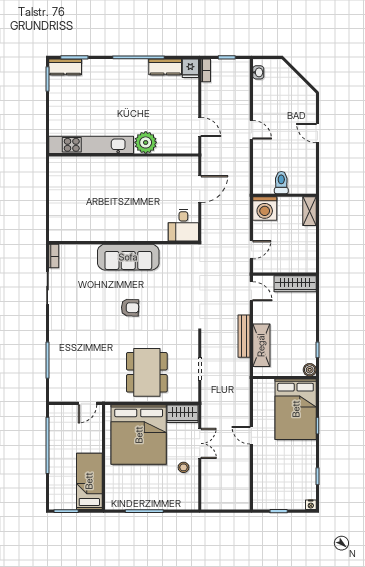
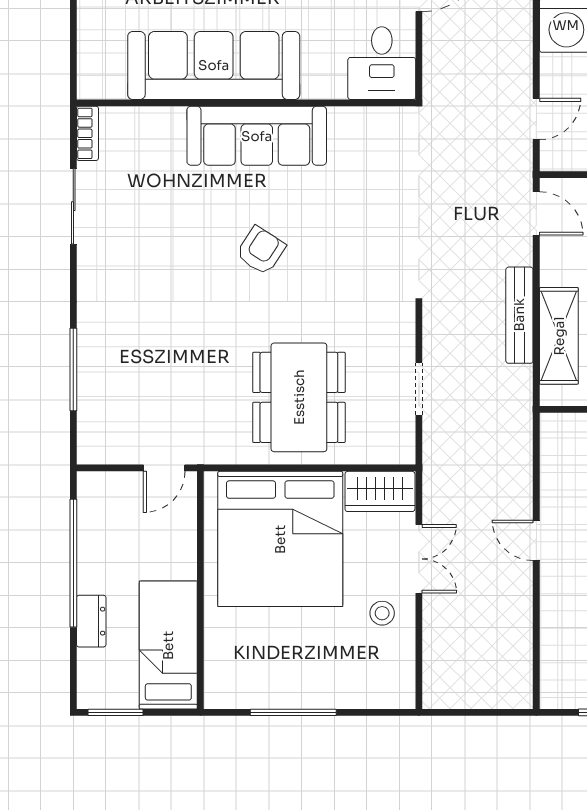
sofa: (109, 226) -> (214, 65), added
armchair: (130, 308) -> (261, 250), turned -59
dresser: (55, 471) -> (91, 621), added

